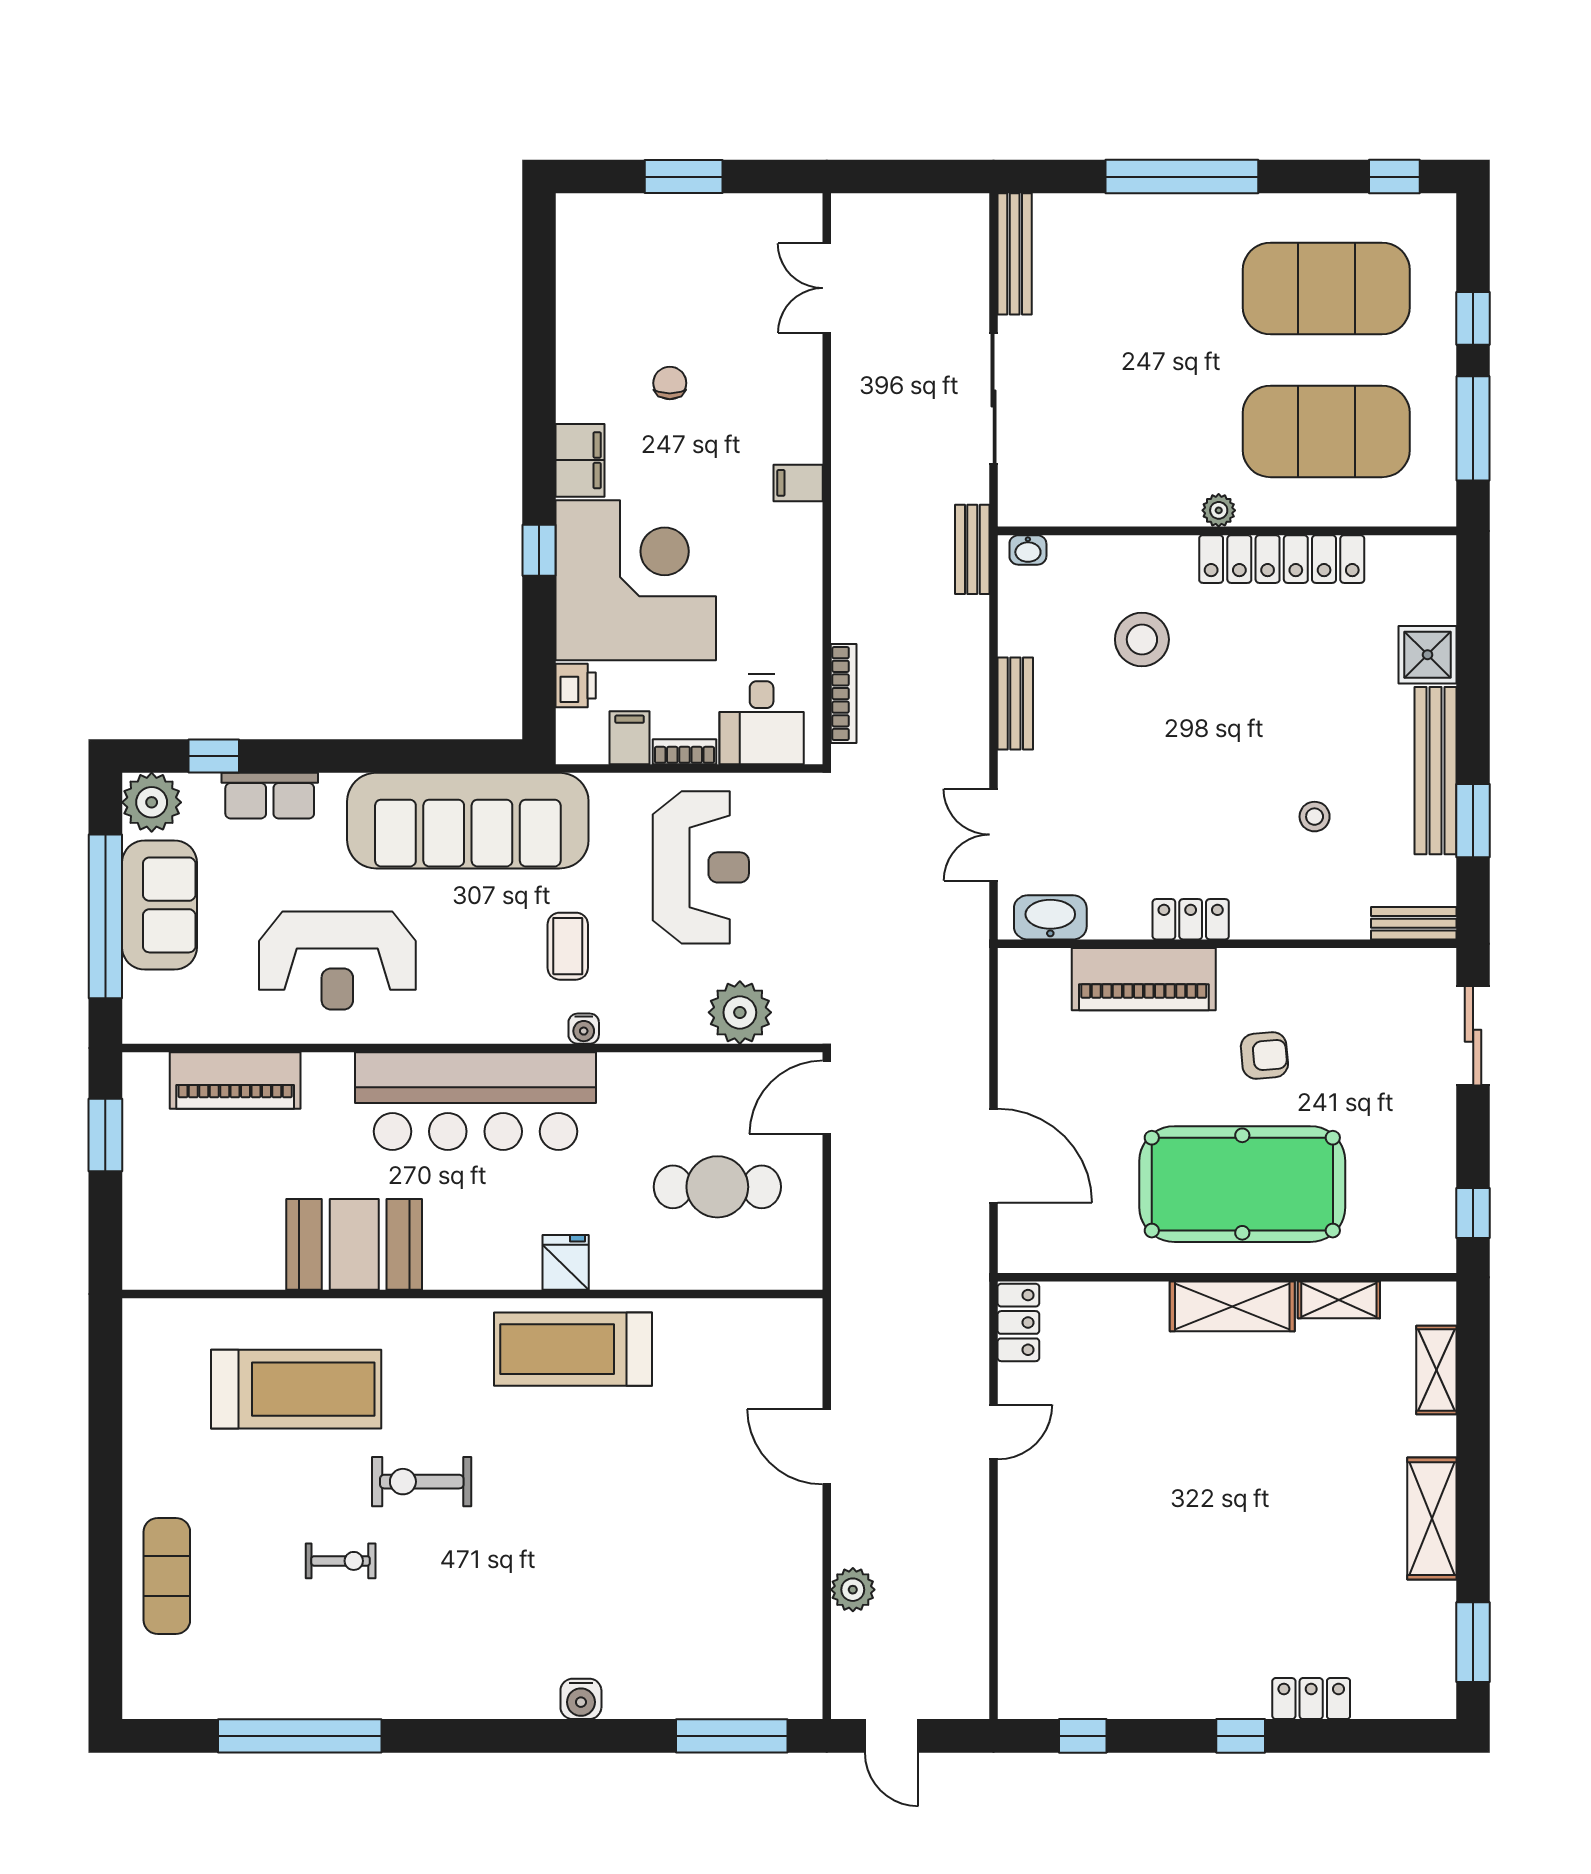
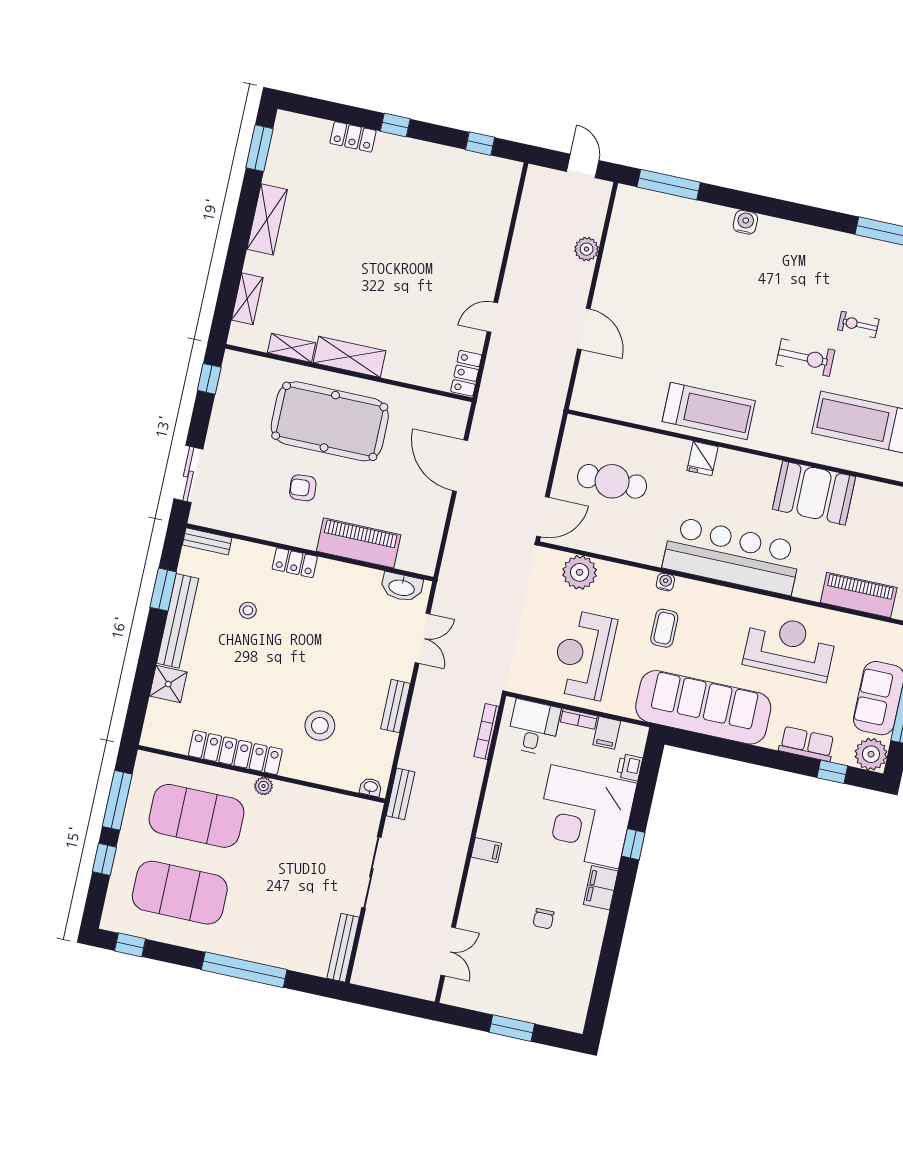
locker: (1191, 919) -> (295, 563), moved

